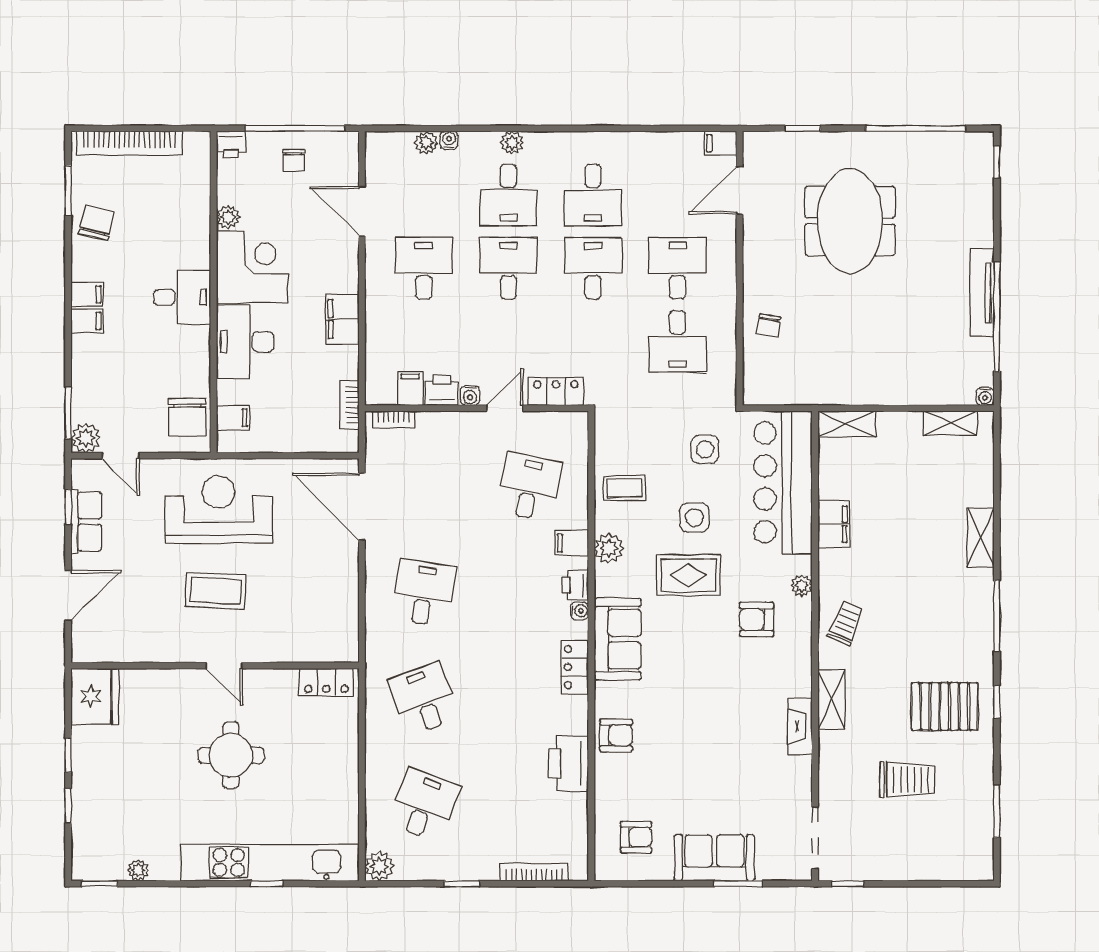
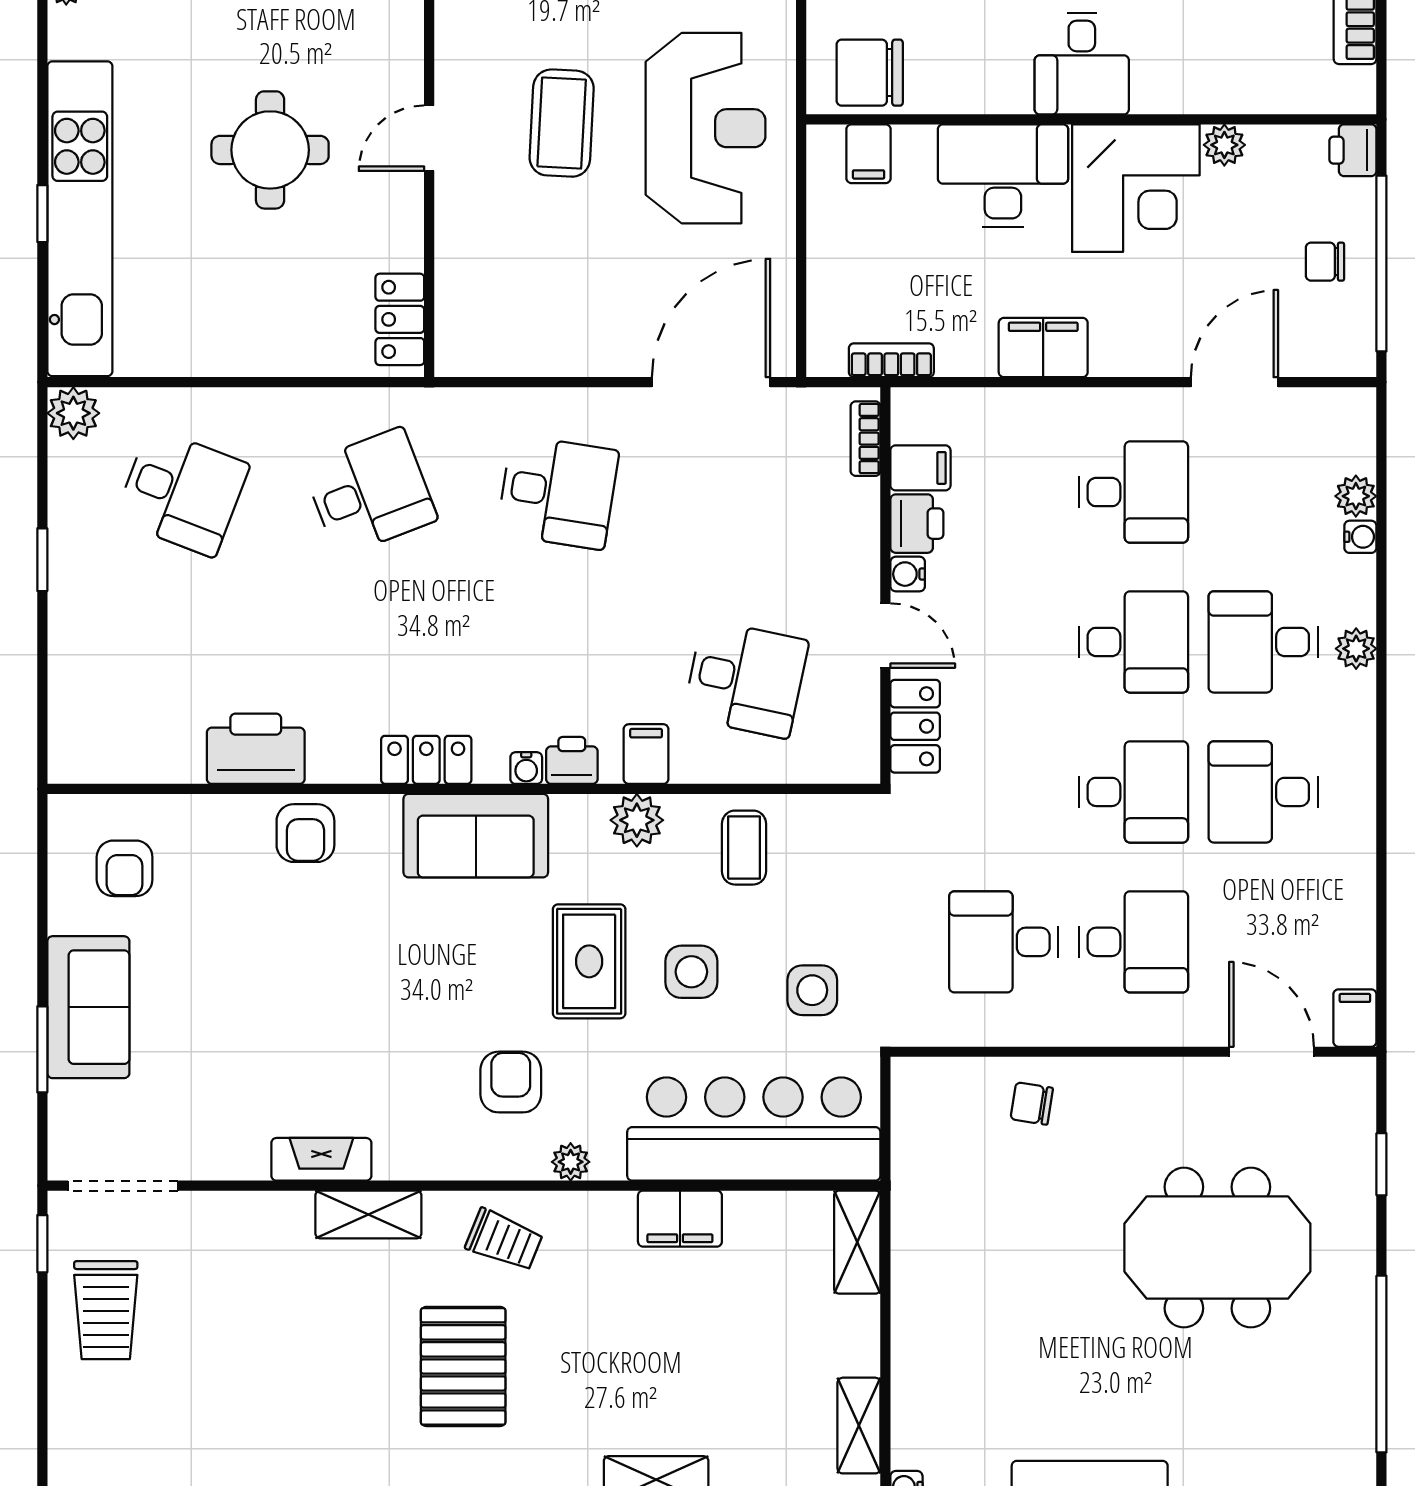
pallet: (945, 706) -> (463, 1366), moved
trolley: (907, 780) -> (106, 1310), moved
bookcase: (534, 872) -> (63, 688), removed

